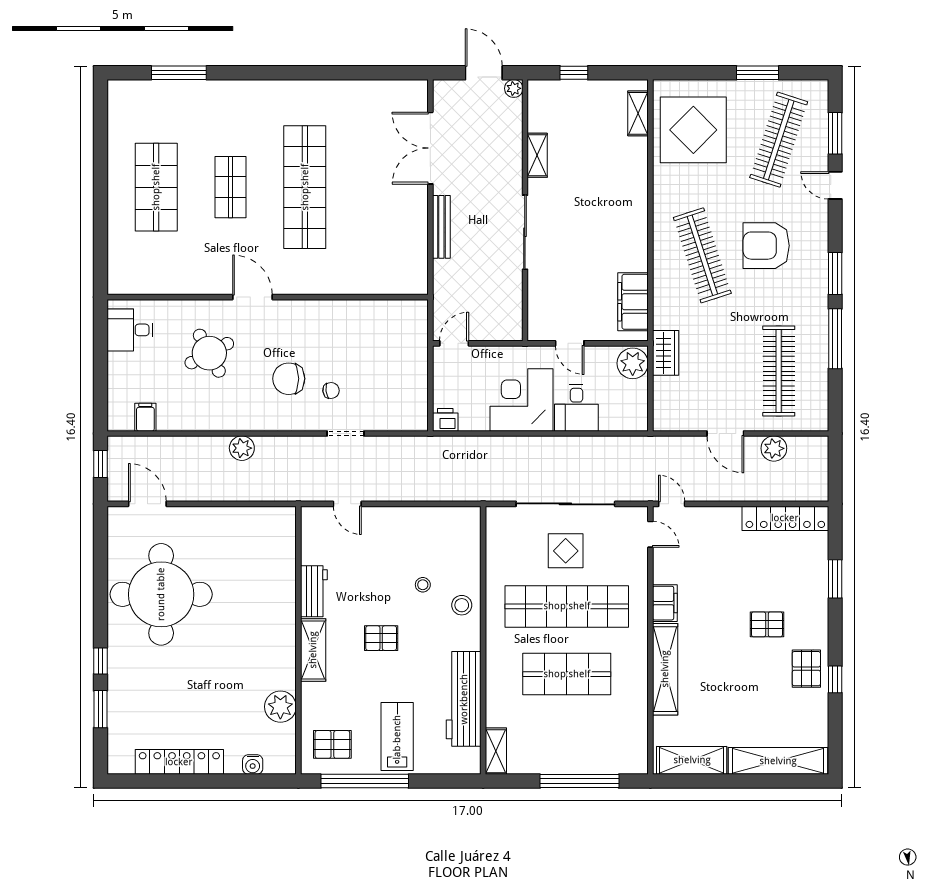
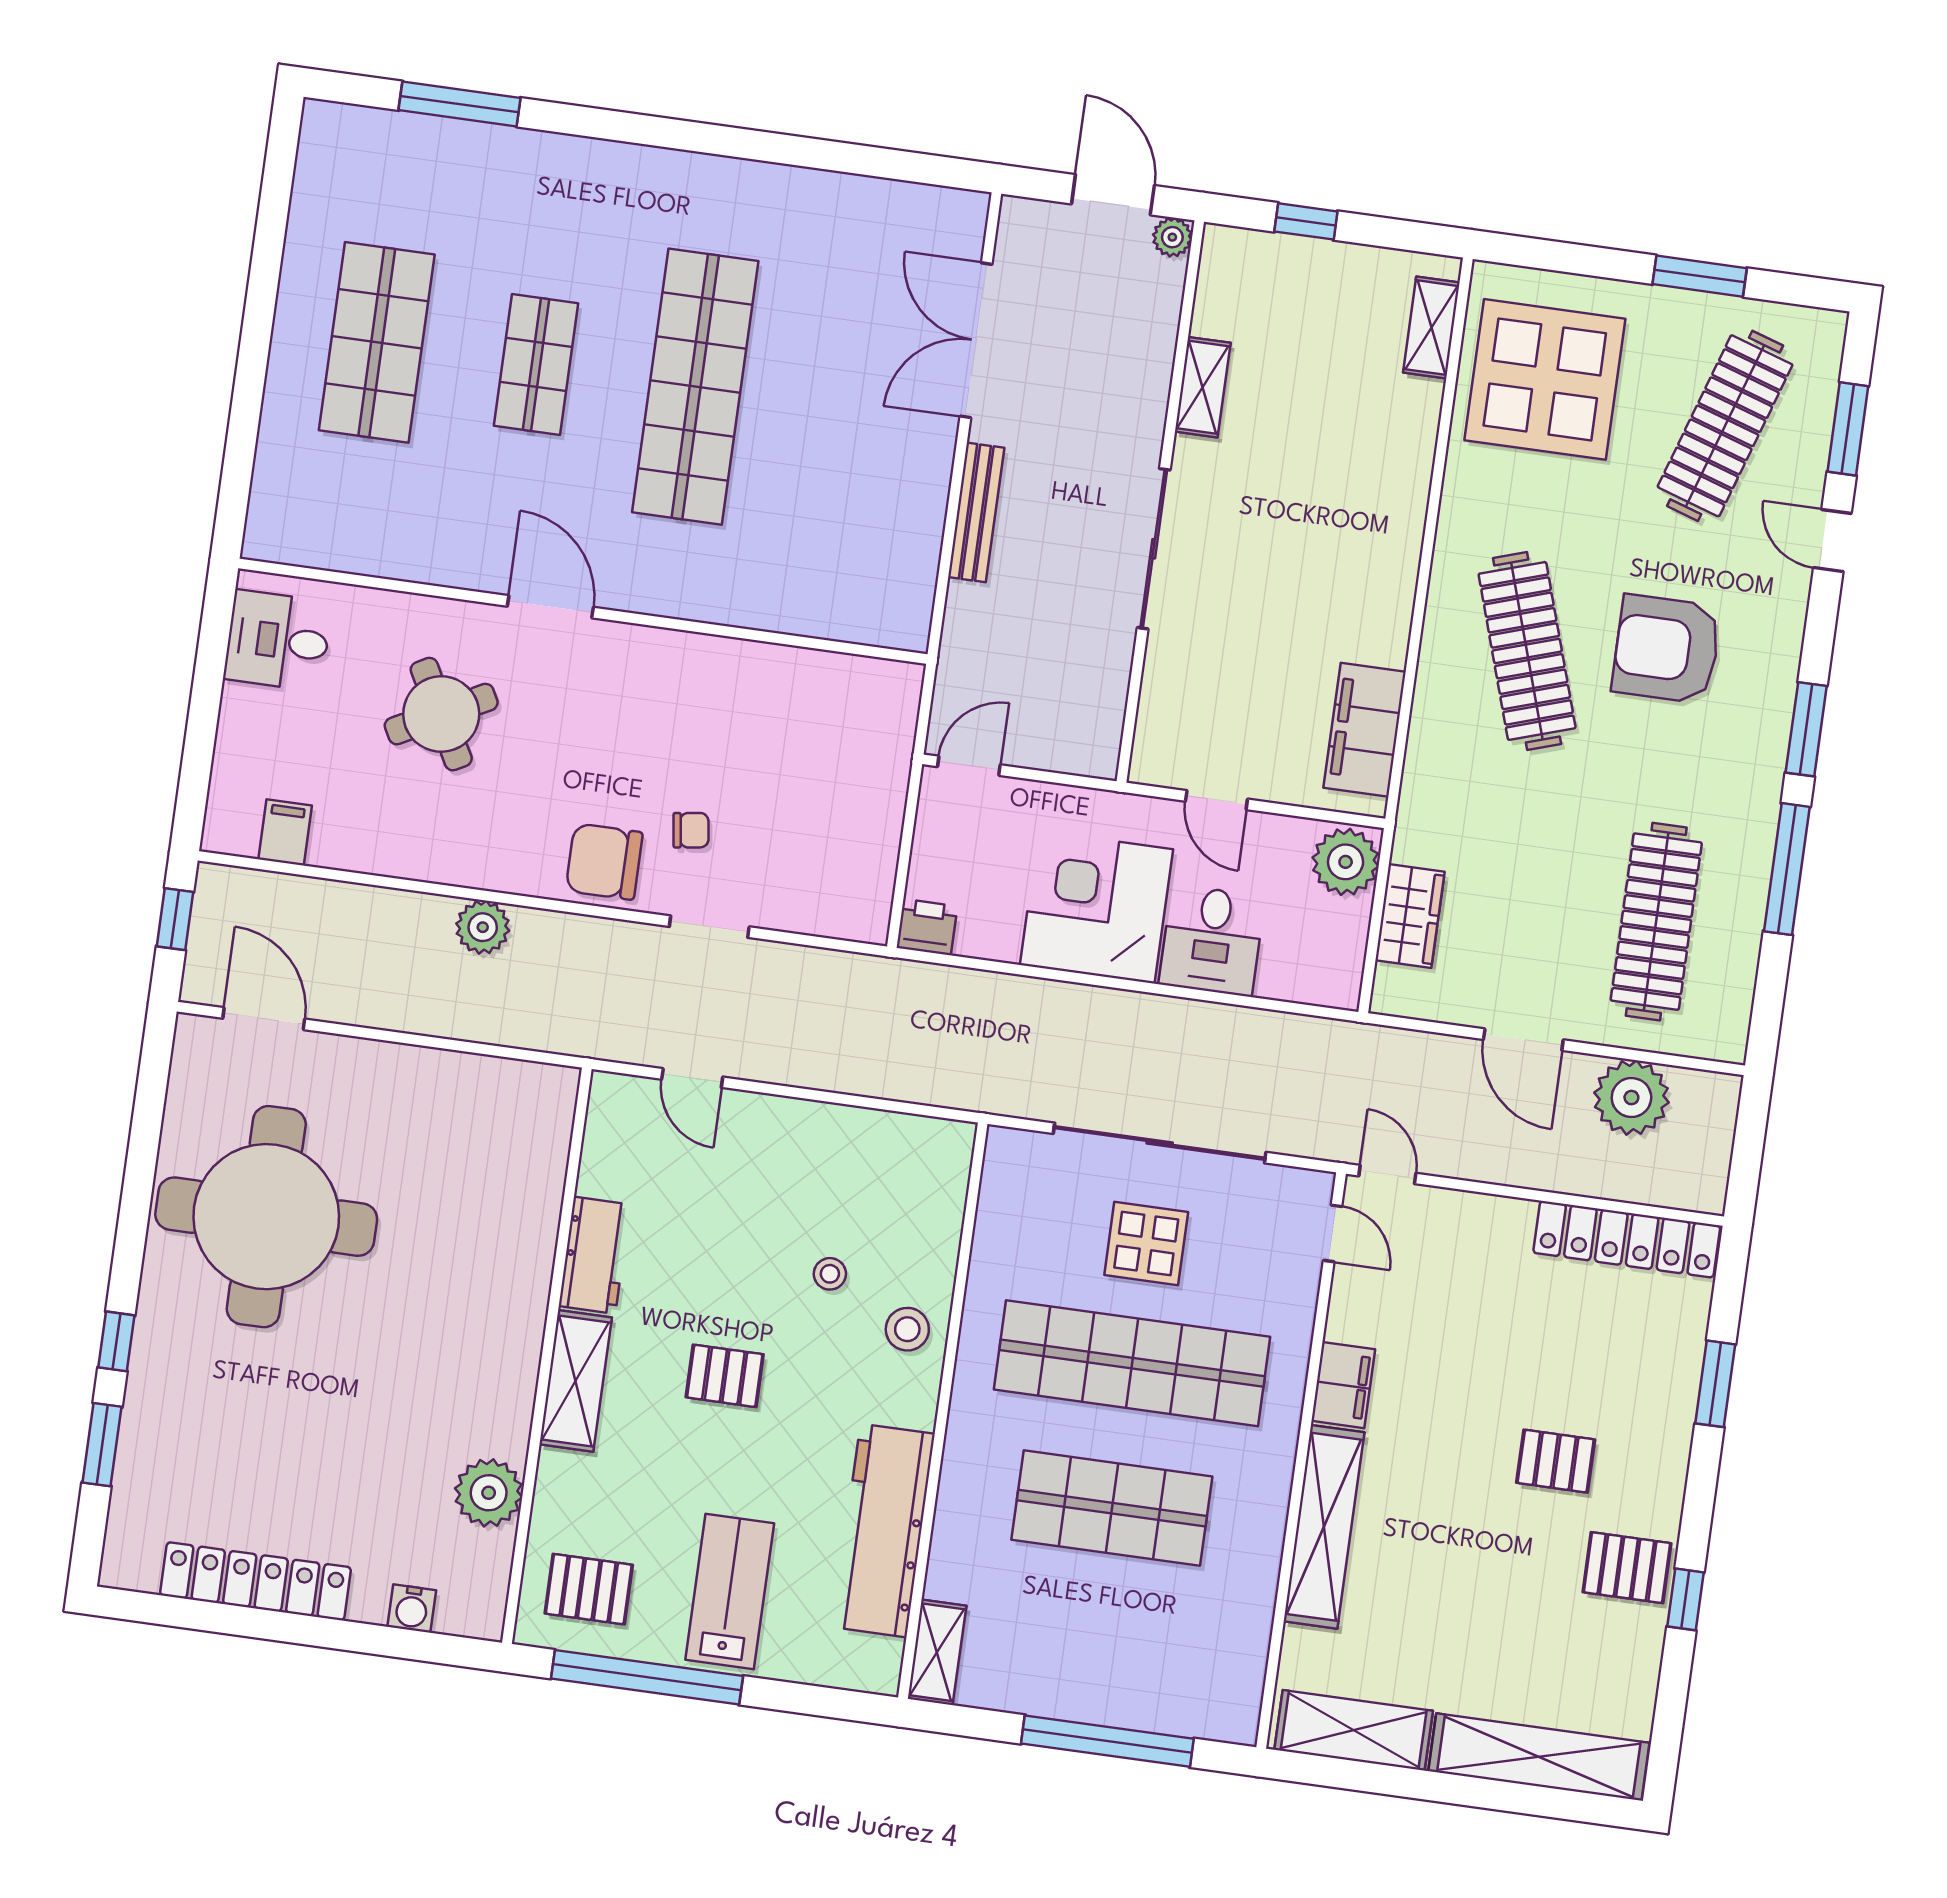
wardrobe: (666, 353) -> (1410, 916), moved
chair: (289, 379) -> (604, 862), moved
plant: (774, 448) -> (1631, 1098), width x1.36, depth x1.36
pallet: (806, 669) -> (1627, 1568), turned 90

